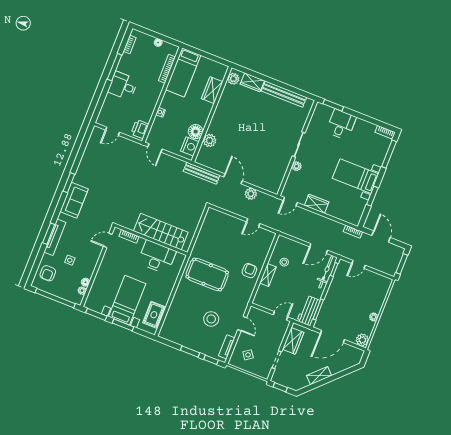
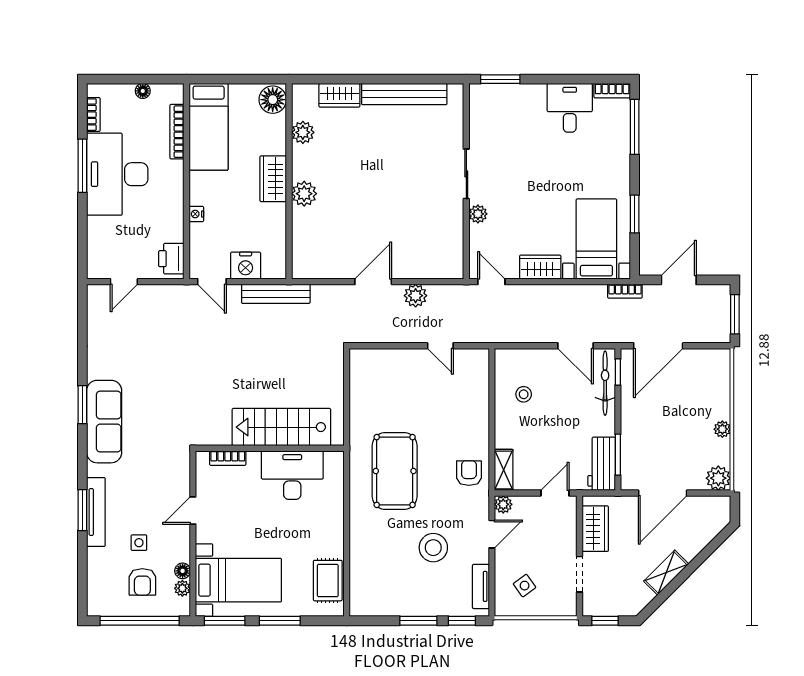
plant: (233, 79) -> (303, 132), moved
desk: (123, 86) -> (117, 174), width x1.87, depth x1.30
wardrobe: (212, 90) -> (273, 179), moved
desk: (341, 124) -> (570, 108), moved
floor lamp: (196, 132) -> (273, 100), moved
plant: (210, 140) -> (304, 194), moved
nightstand: (190, 146) -> (246, 266), moved, turned 90
bench: (202, 173) -> (276, 294), moved
bed with nightstands: (356, 176) -> (596, 239), moved, turned 90
door: (233, 179) -> (373, 282), hinge flipped
sofa: (74, 200) -> (104, 422), width x1.36
door: (290, 201) -> (491, 282), swing flipped
door: (253, 223) -> (440, 346), hinge flipped
door: (381, 237) -> (679, 280), hinge flipped
door: (108, 240) -> (193, 510), moved
door: (319, 249) -> (575, 346), hinge flipped
door: (359, 264) -> (658, 346), width x1.88
armchair: (249, 271) -> (469, 473), moved
armchair: (48, 273) -> (142, 582), moved
pool table: (207, 275) -> (395, 471), turned 90
shelving: (268, 275) -> (504, 470), moved
bed with nightstands: (127, 300) -> (238, 580), moved, turned 90
plant: (253, 311) -> (503, 504), added
door: (242, 324) -> (492, 534), hinge flipped

